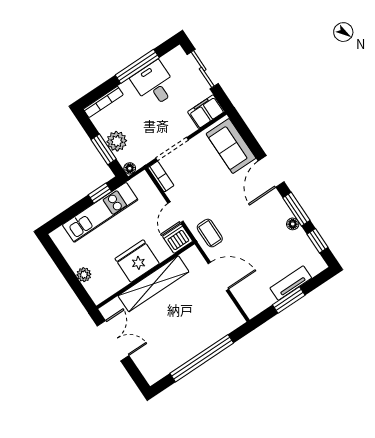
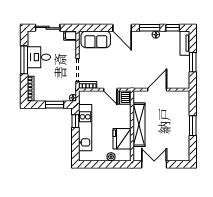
filing cabinet: (206, 112) -> (70, 36), width x0.50
plant: (117, 141) -> (55, 95), removed
coffee table: (210, 233) -> (132, 79), removed
fridge: (137, 261) -> (122, 139), moved
tv unit: (291, 283) -> (185, 43), moved
window: (202, 358) -> (193, 126), width x0.47

